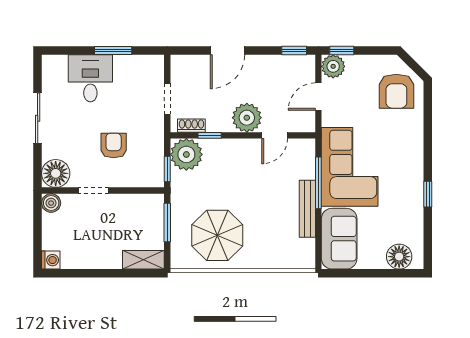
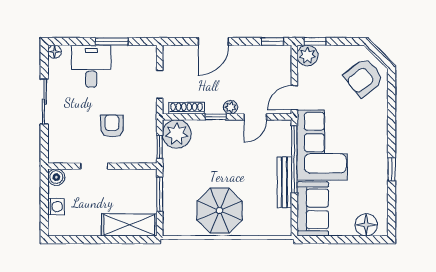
armchair: (396, 91) -> (364, 78), turned 52
door: (318, 97) -> (294, 98), moved
plant: (247, 118) -> (231, 107), width x0.53, depth x0.53
shoe rack: (191, 126) -> (187, 108), width x1.43
window: (210, 135) -> (216, 117), moved
floor lamp: (56, 173) -> (54, 52), moved, width x0.53, depth x0.53
window: (318, 183) -> (294, 159), width x1.46
parasol: (217, 235) -> (220, 211), moved
washing machine: (51, 260) -> (56, 207), moved
shelving: (143, 260) -> (129, 225), width x1.50, depth x1.33

